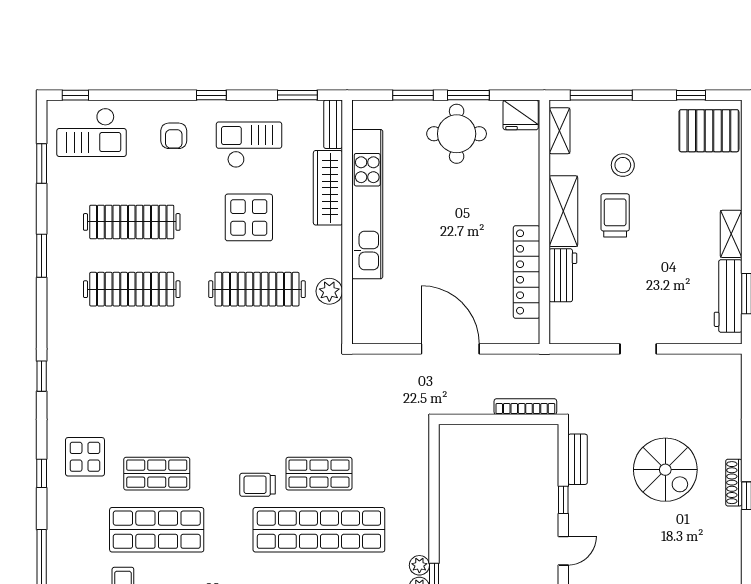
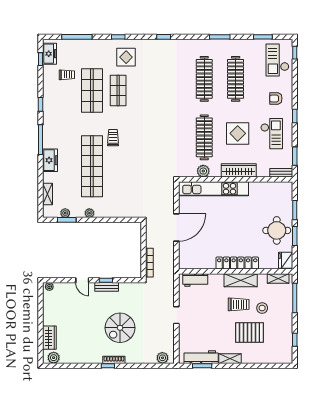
pallet: (709, 131) -> (249, 332), moved, turned 90
wardrobe: (328, 188) -> (239, 170), moved
kitchen unit: (367, 204) -> (213, 189), moved
locker: (527, 272) -> (237, 263), moved
workbench: (563, 275) -> (195, 280), moved
plant: (730, 379) -> (162, 358), added
bench: (578, 459) -> (107, 287), moved
shop shelf: (319, 474) -> (118, 166), removed
plant: (419, 565) -> (89, 213), moved

